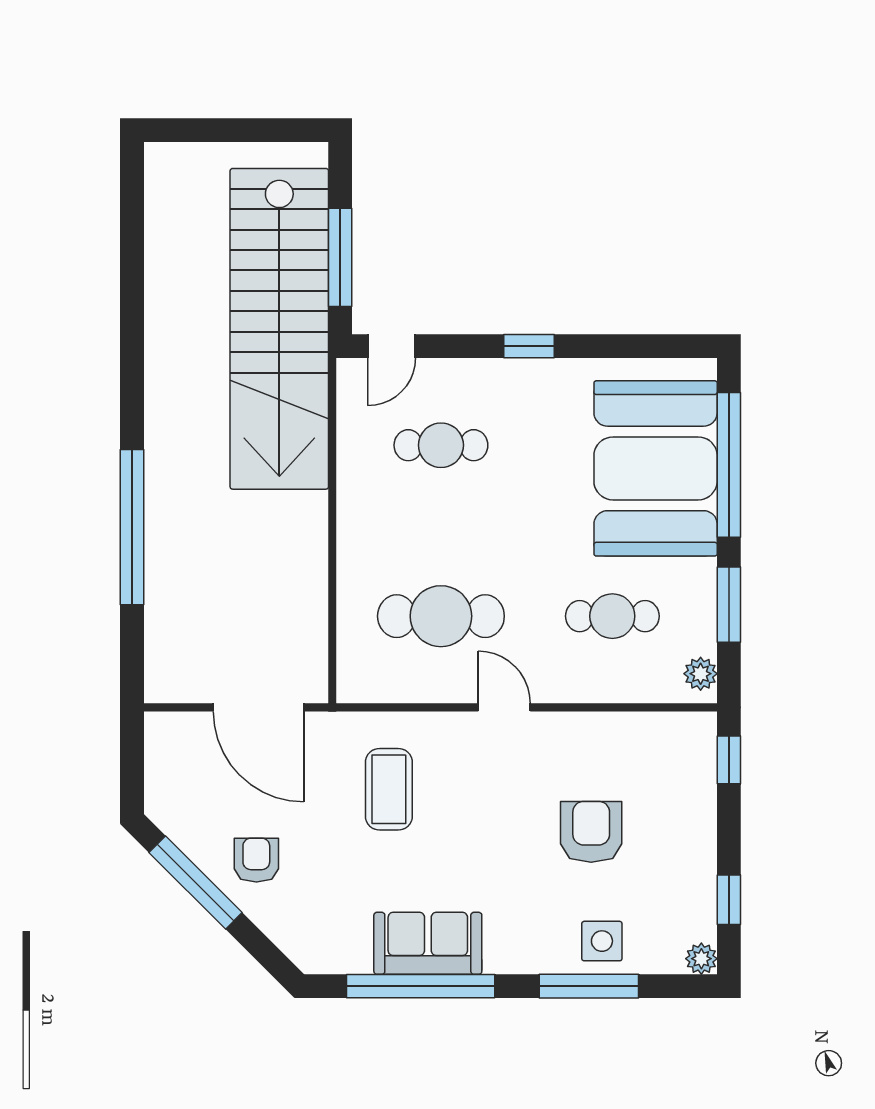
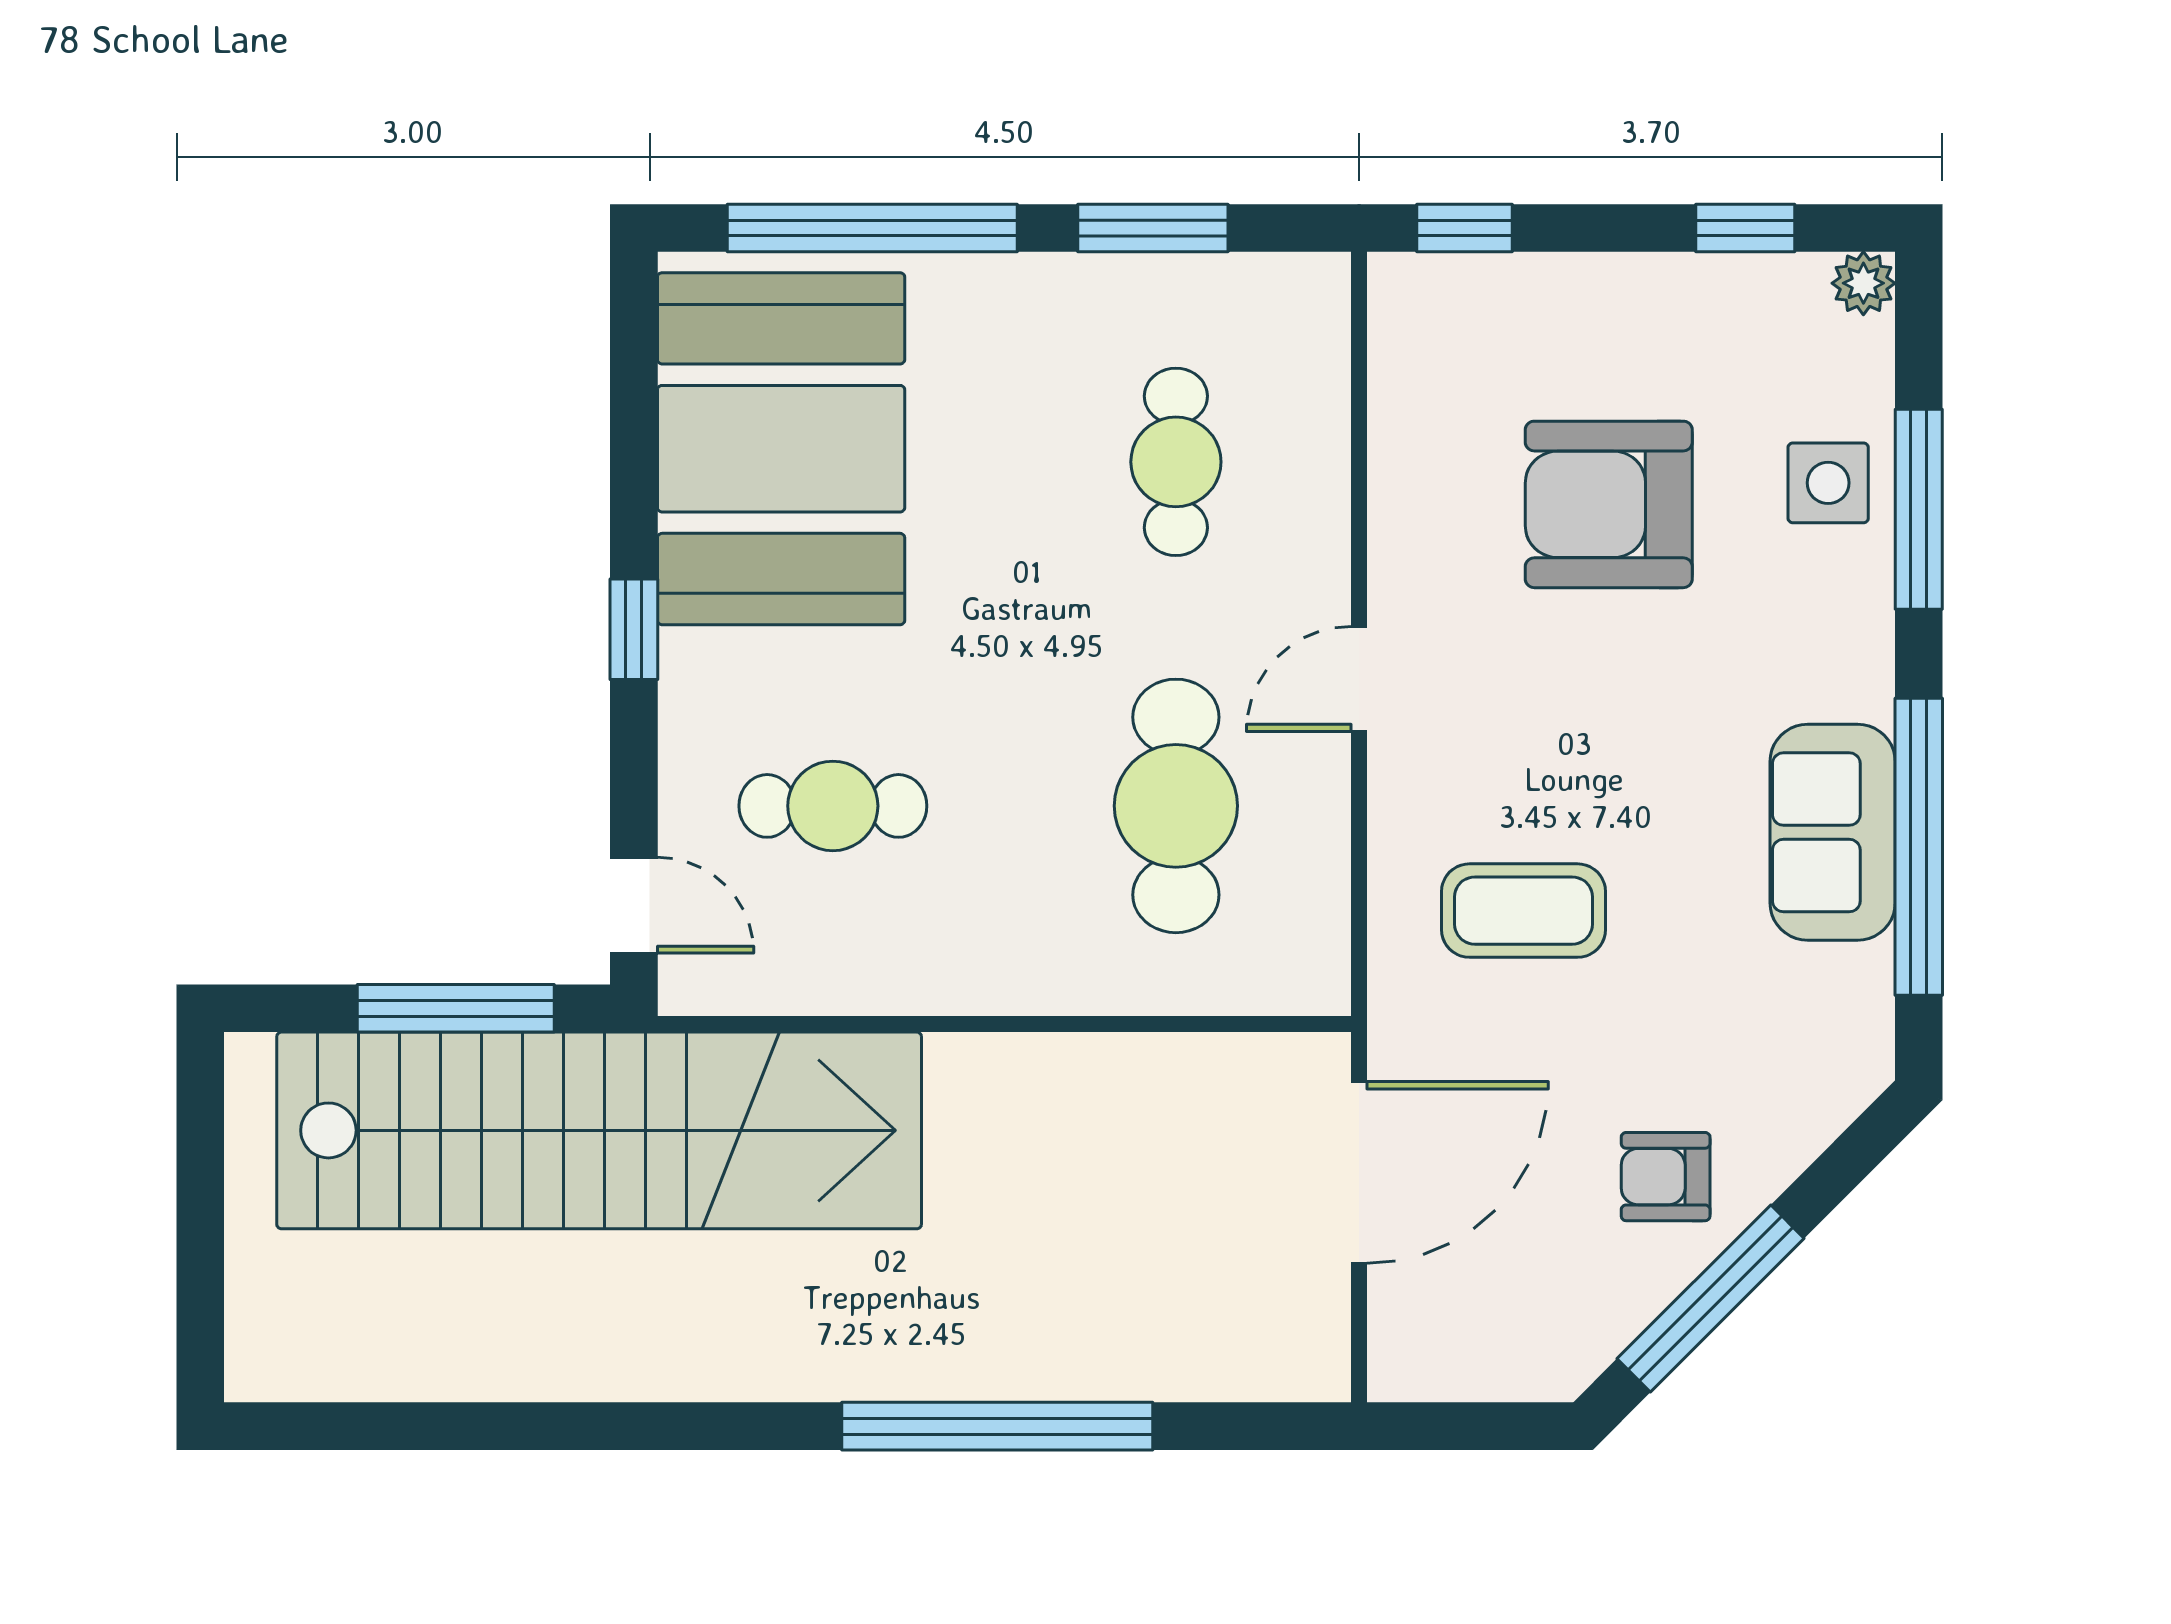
cafe table: (441, 445) -> (833, 806), turned 90
booth: (656, 468) -> (781, 449), moved, turned 90
plant: (701, 674) -> (1292, 285), removed
armchair: (591, 832) -> (1609, 504), width x1.36, depth x1.36

